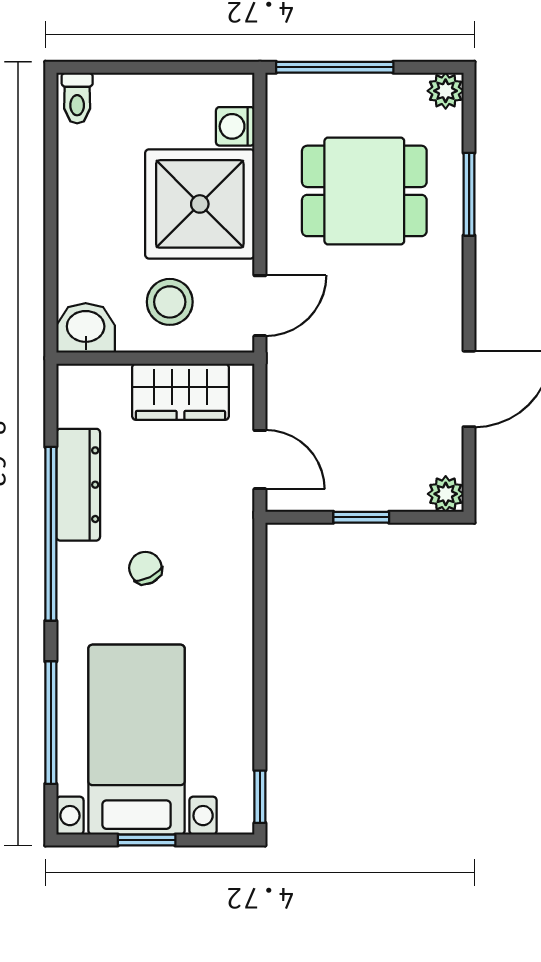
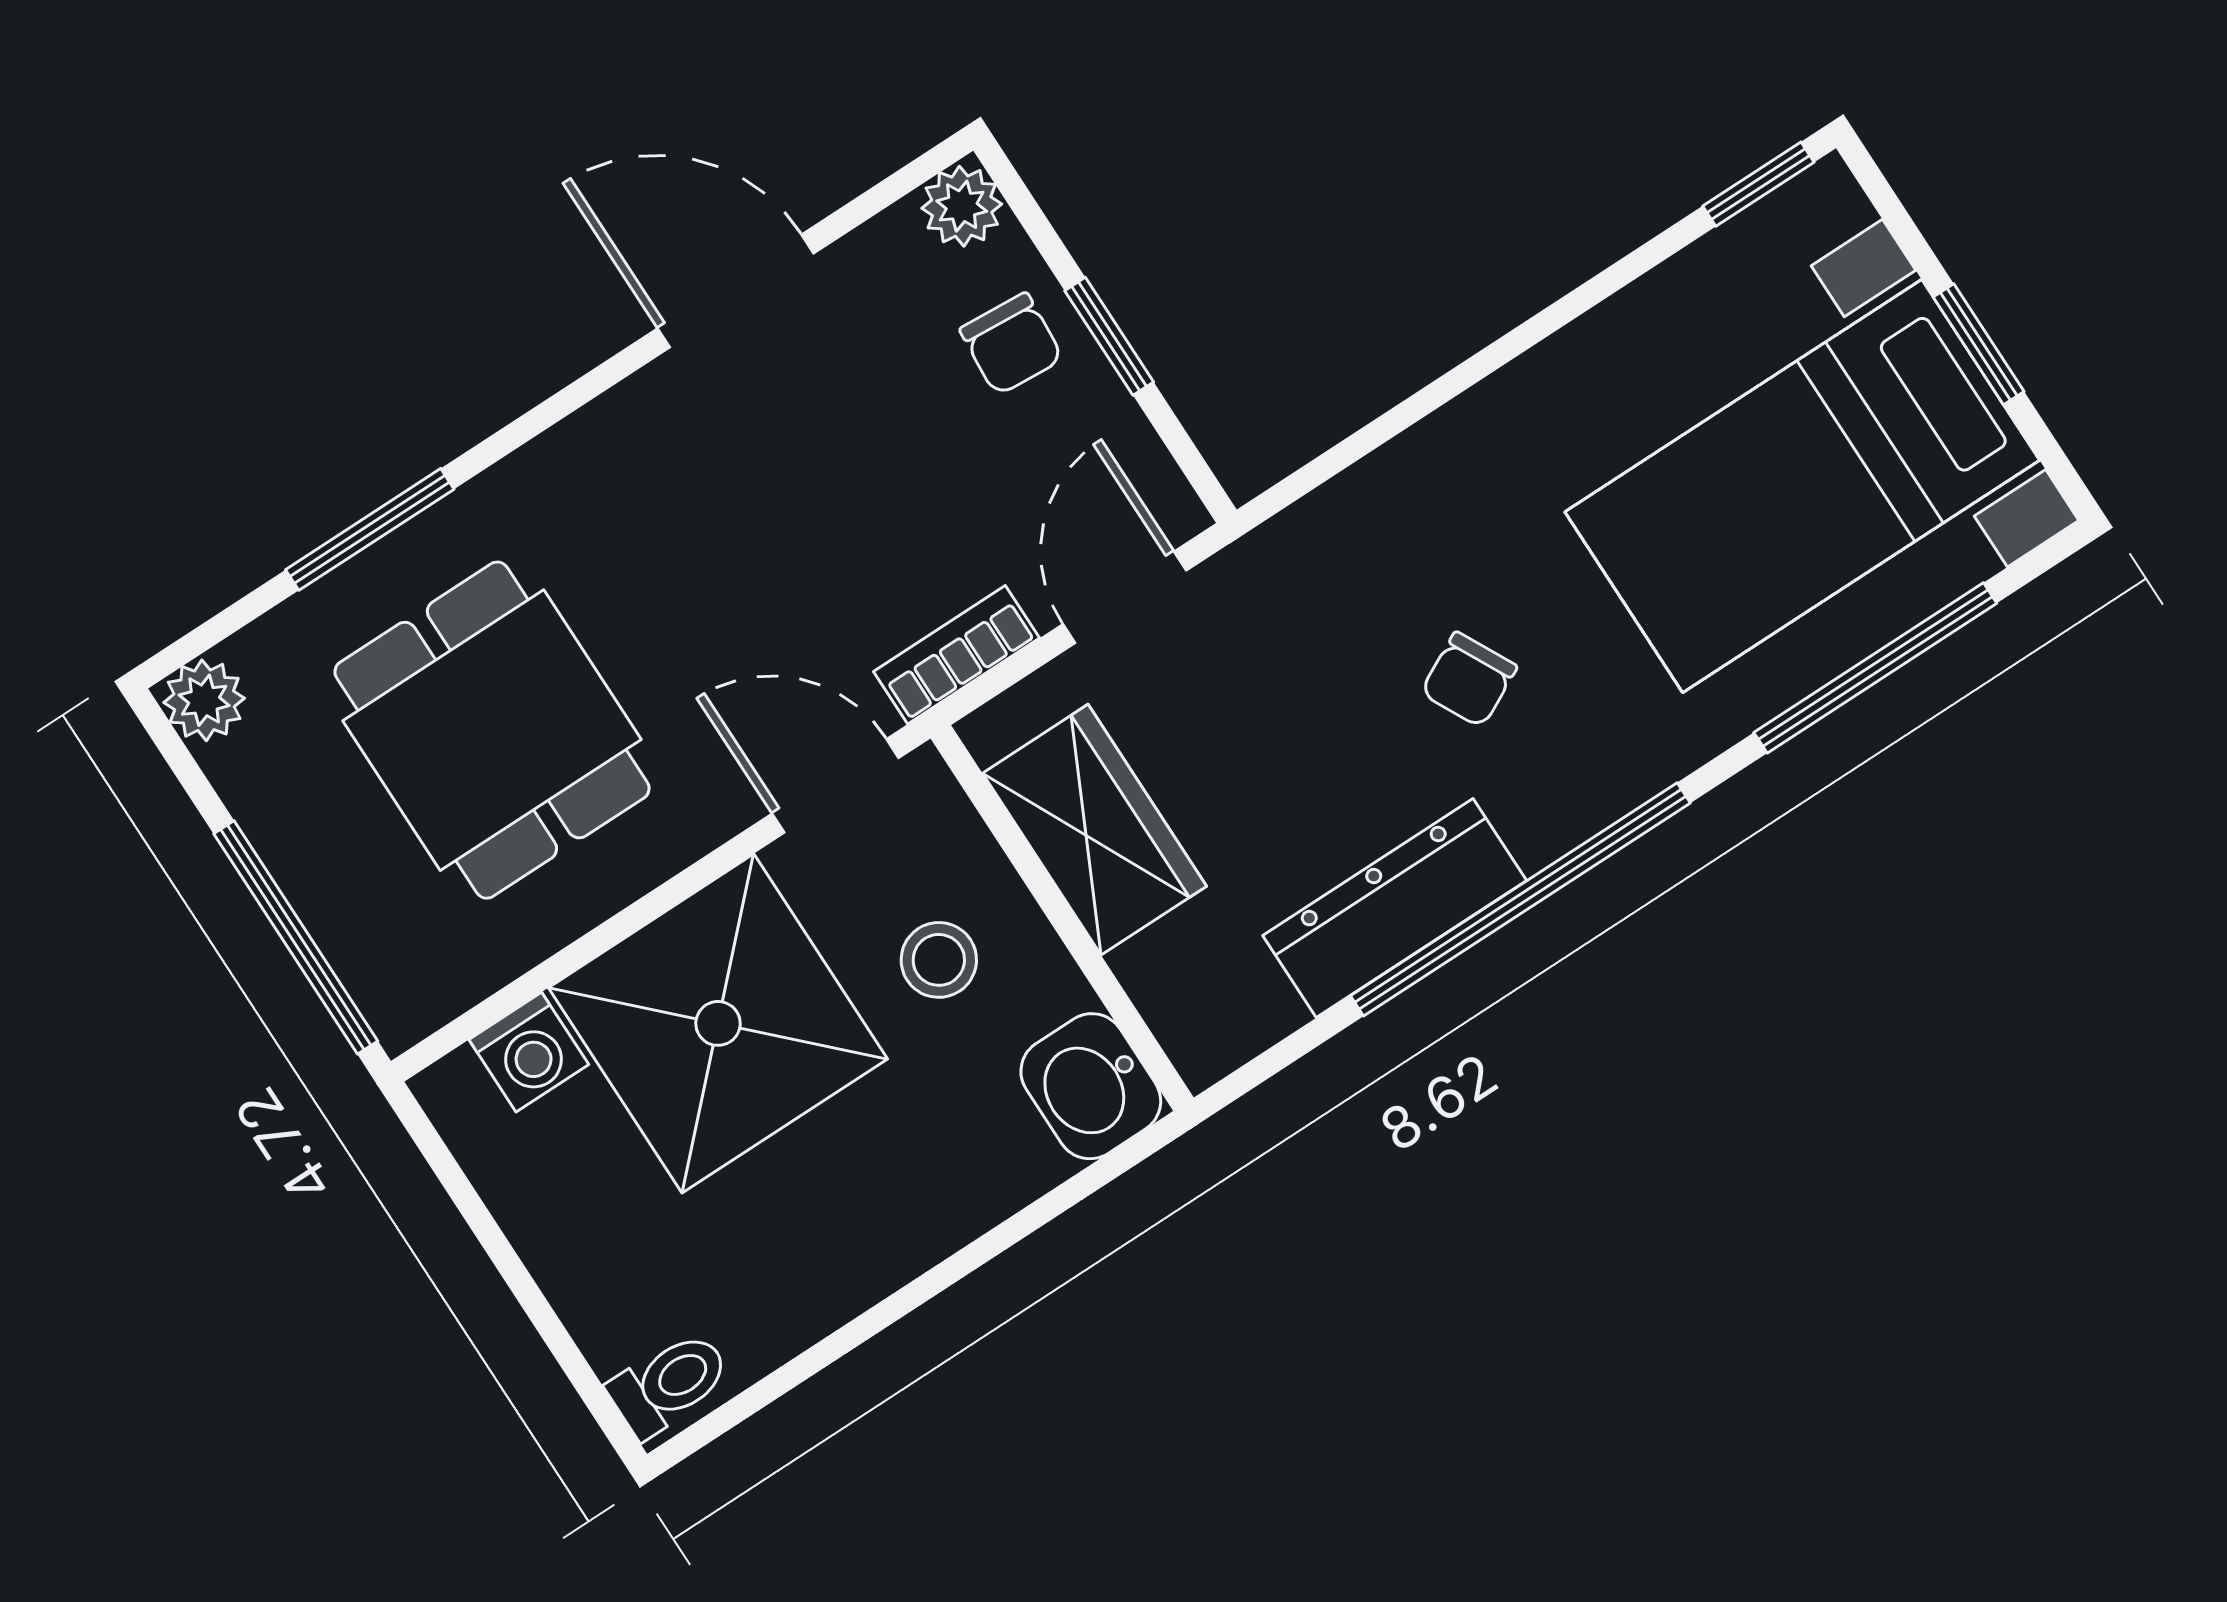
stool: (170, 302) -> (939, 960), width x0.73, depth x0.73
bookcase: (279, 383) -> (957, 655), added
chair: (382, 479) -> (1011, 344), added

